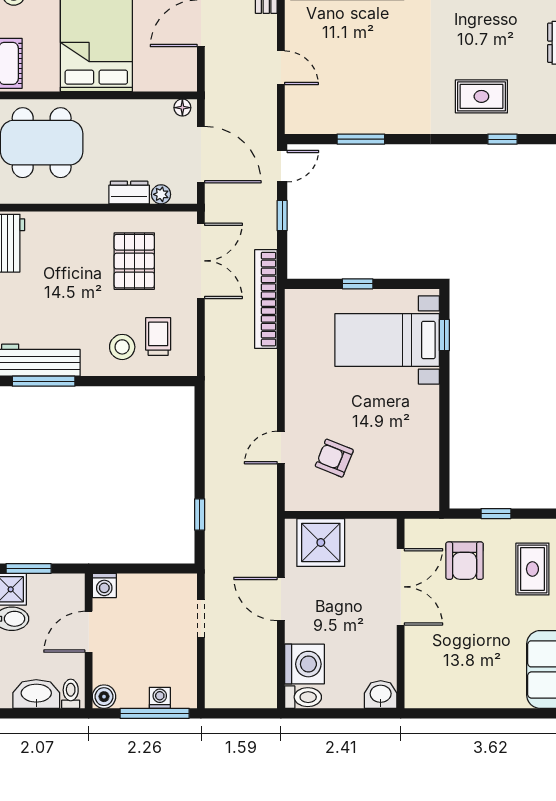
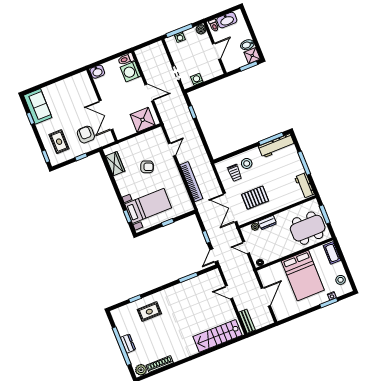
door: (201, 155) -> (246, 248), width x0.53
pallet: (134, 261) -> (255, 198), turned 90
bookcase: (266, 299) -> (191, 182), moved
armchair: (334, 458) -> (147, 167), moved
wardrobe: (424, 467) -> (115, 164), added
washing machine: (104, 586) -> (197, 79), moved

